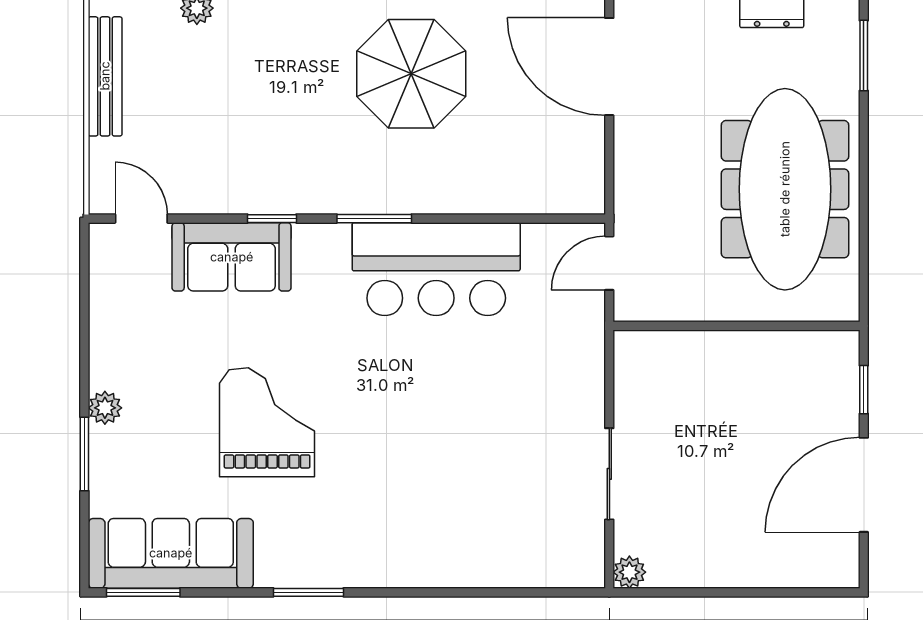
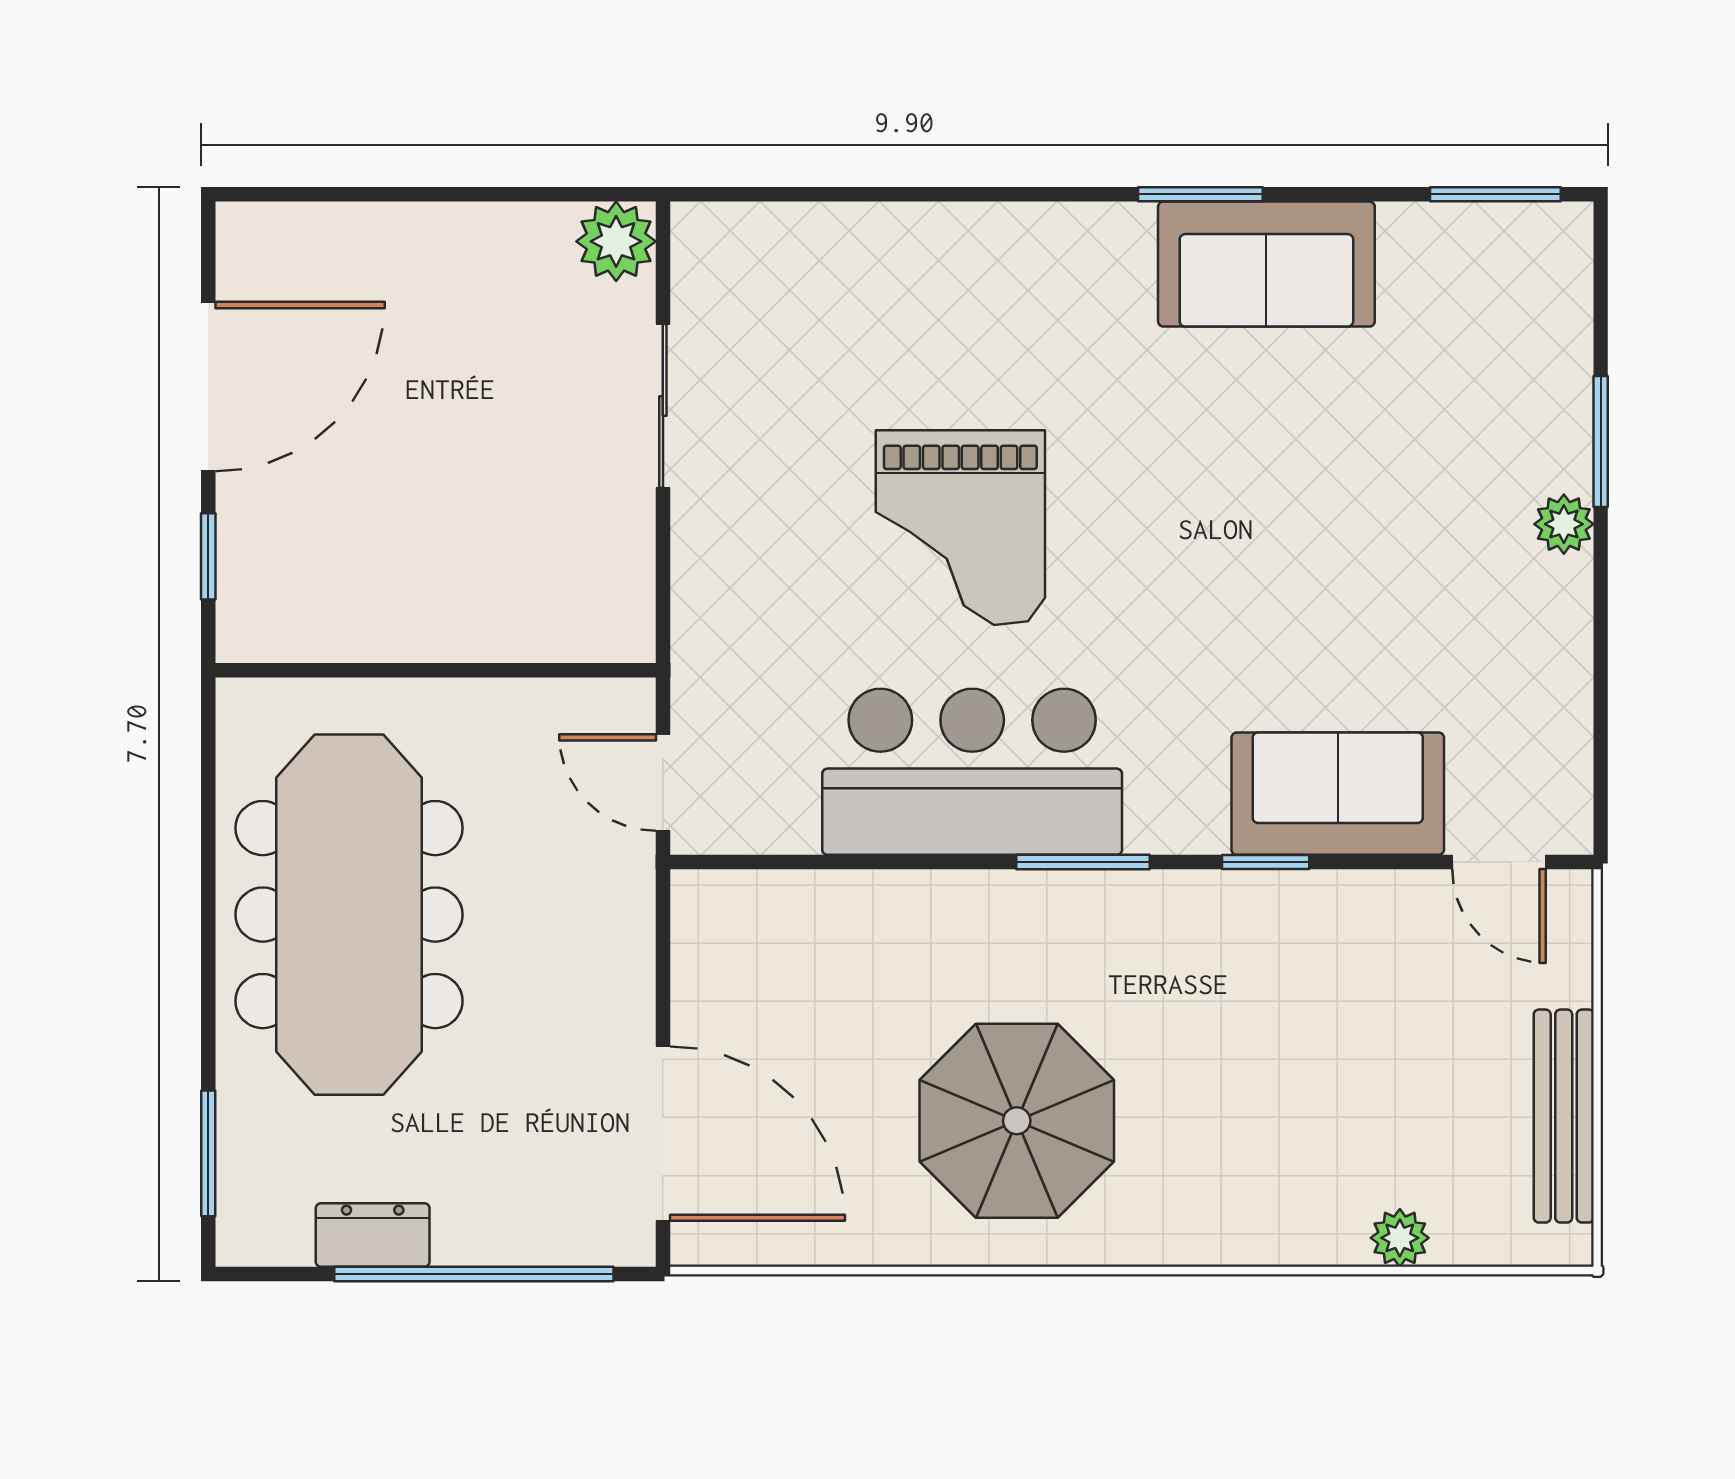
door: (609, 263) -> (663, 783), swing flipped
grand piano: (267, 422) -> (960, 528), moved
sofa: (171, 553) -> (1266, 264), moved, width x0.73
plant: (629, 572) -> (616, 241), width x1.38, depth x1.38

